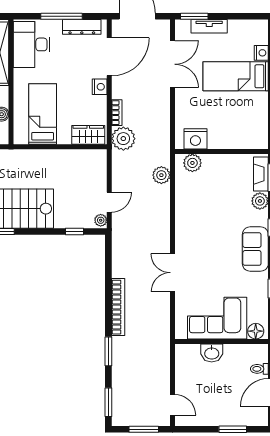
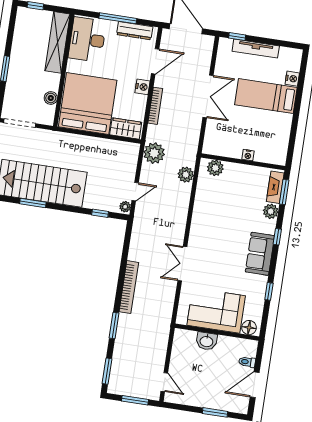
window: (194, 16) -> (237, 37), width x0.67
tv unit: (209, 26) -> (256, 49), width x1.41
door: (109, 57) -> (155, 61), width x0.73
double door: (172, 64) -> (208, 96), moved
bookcase: (117, 113) -> (155, 106), width x1.56
bed: (43, 114) -> (88, 103), width x2.04
plant: (123, 139) -> (154, 153), moved
nightstand: (195, 139) -> (248, 155), moved, width x0.53, depth x0.56

